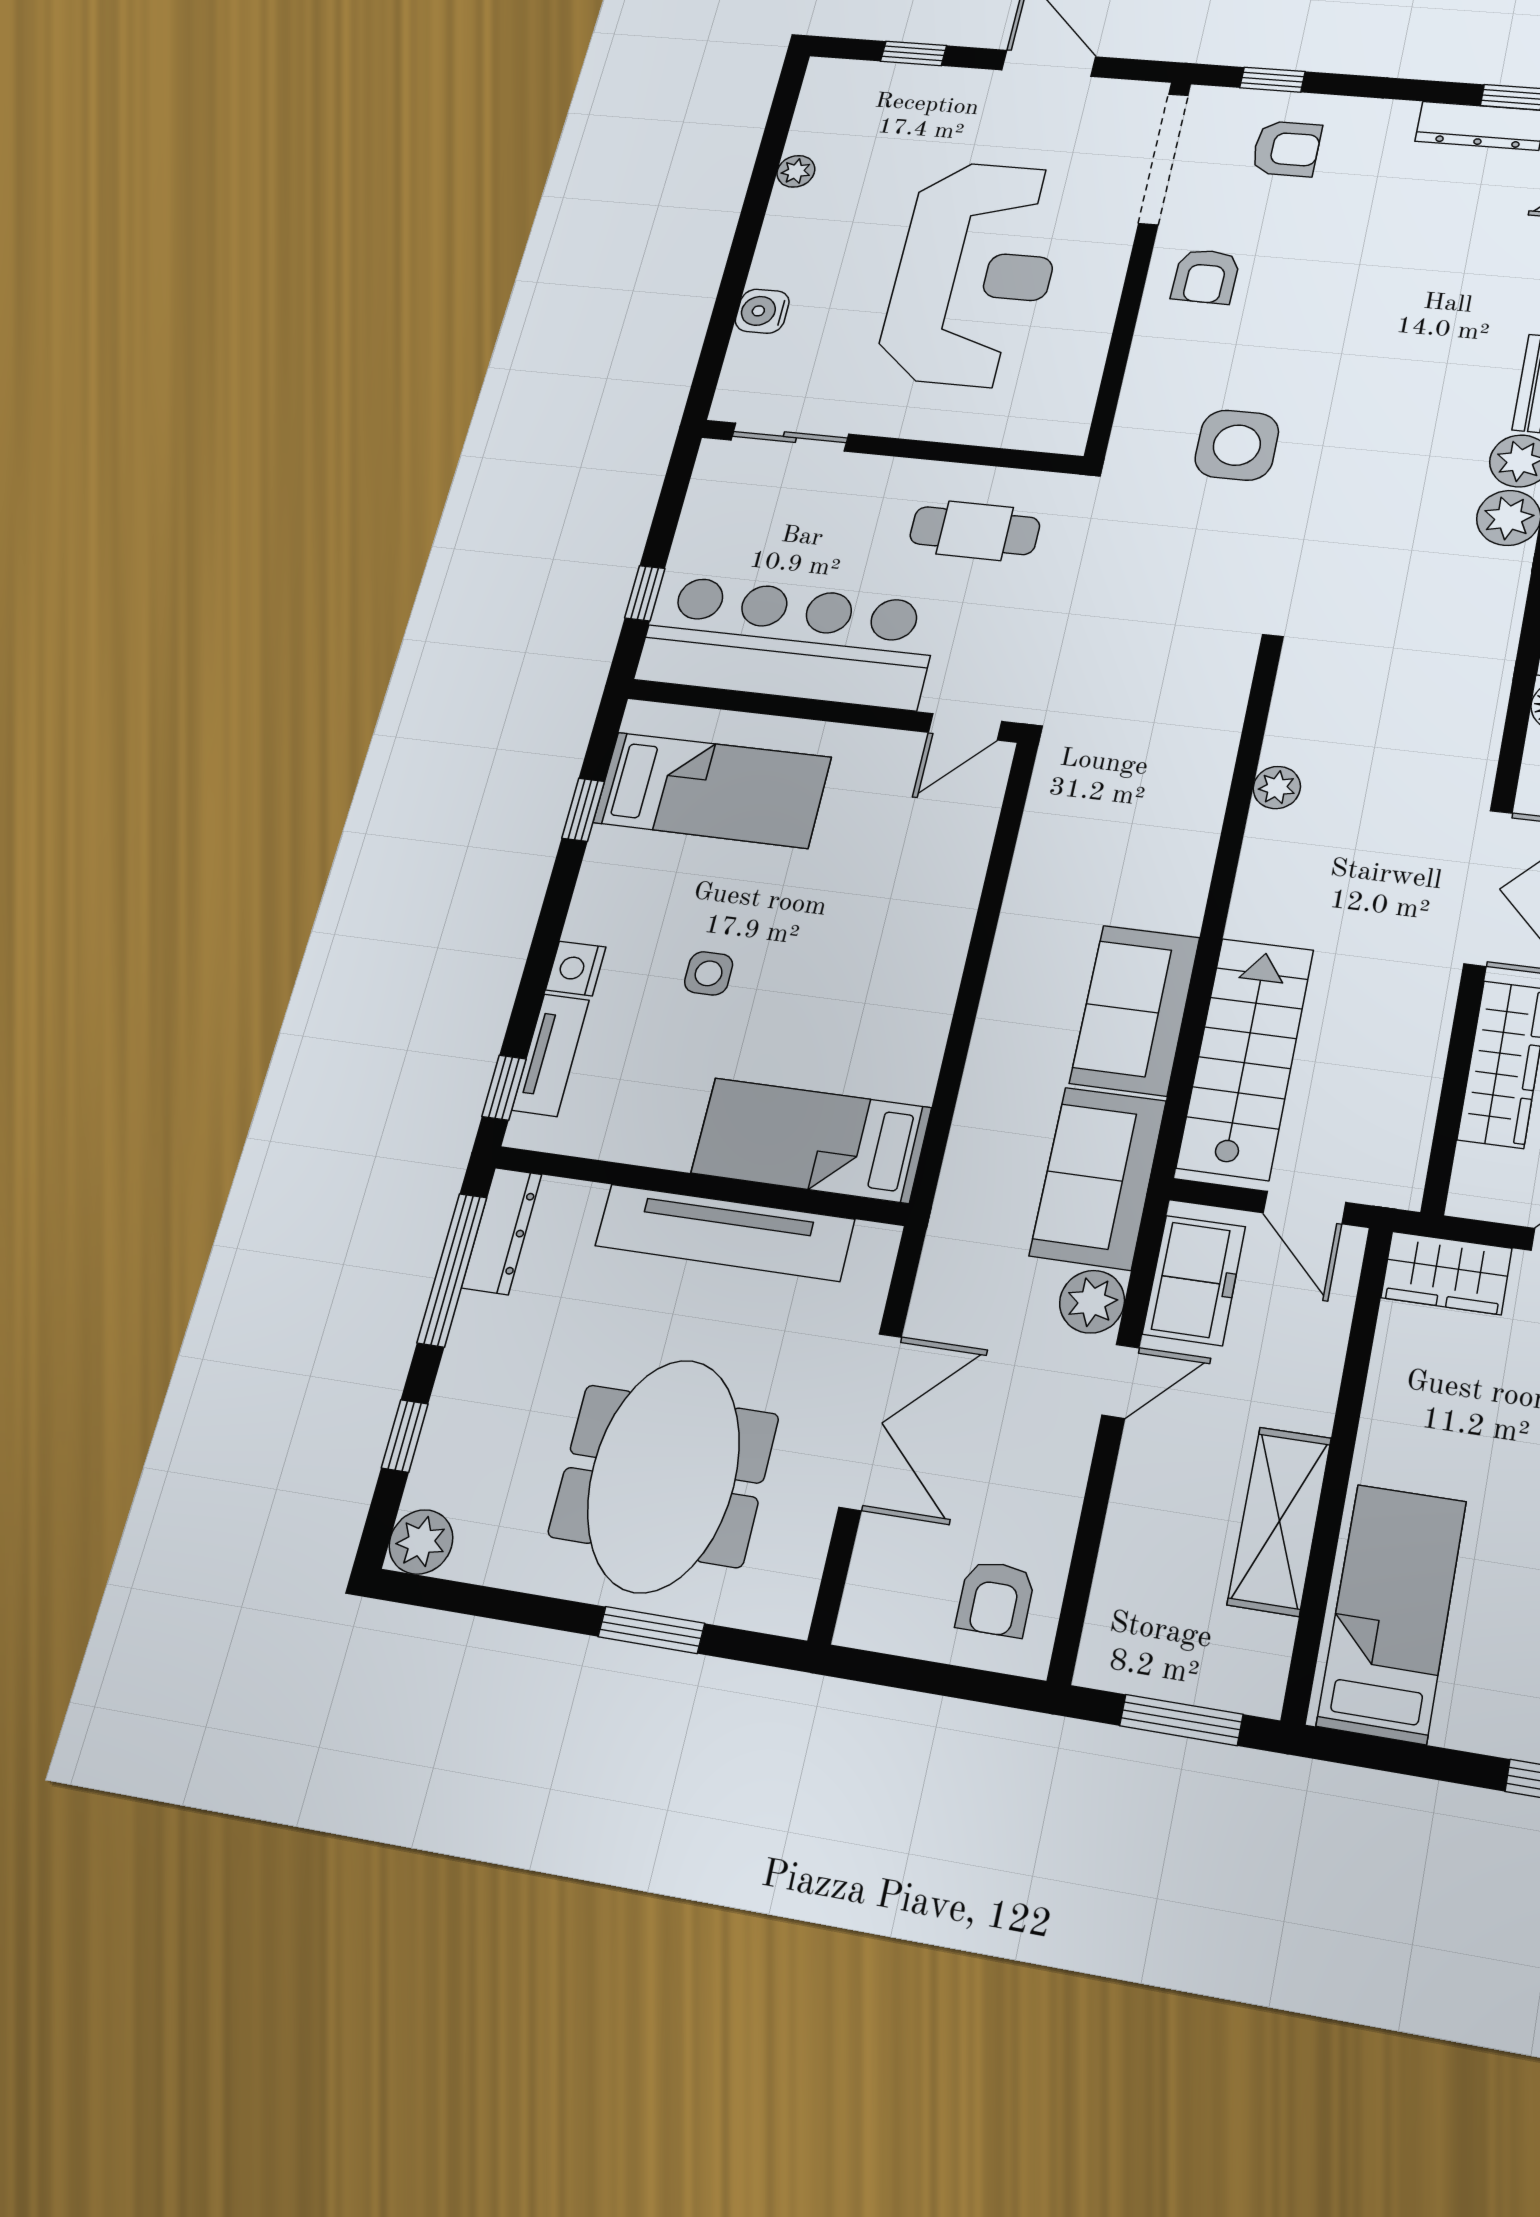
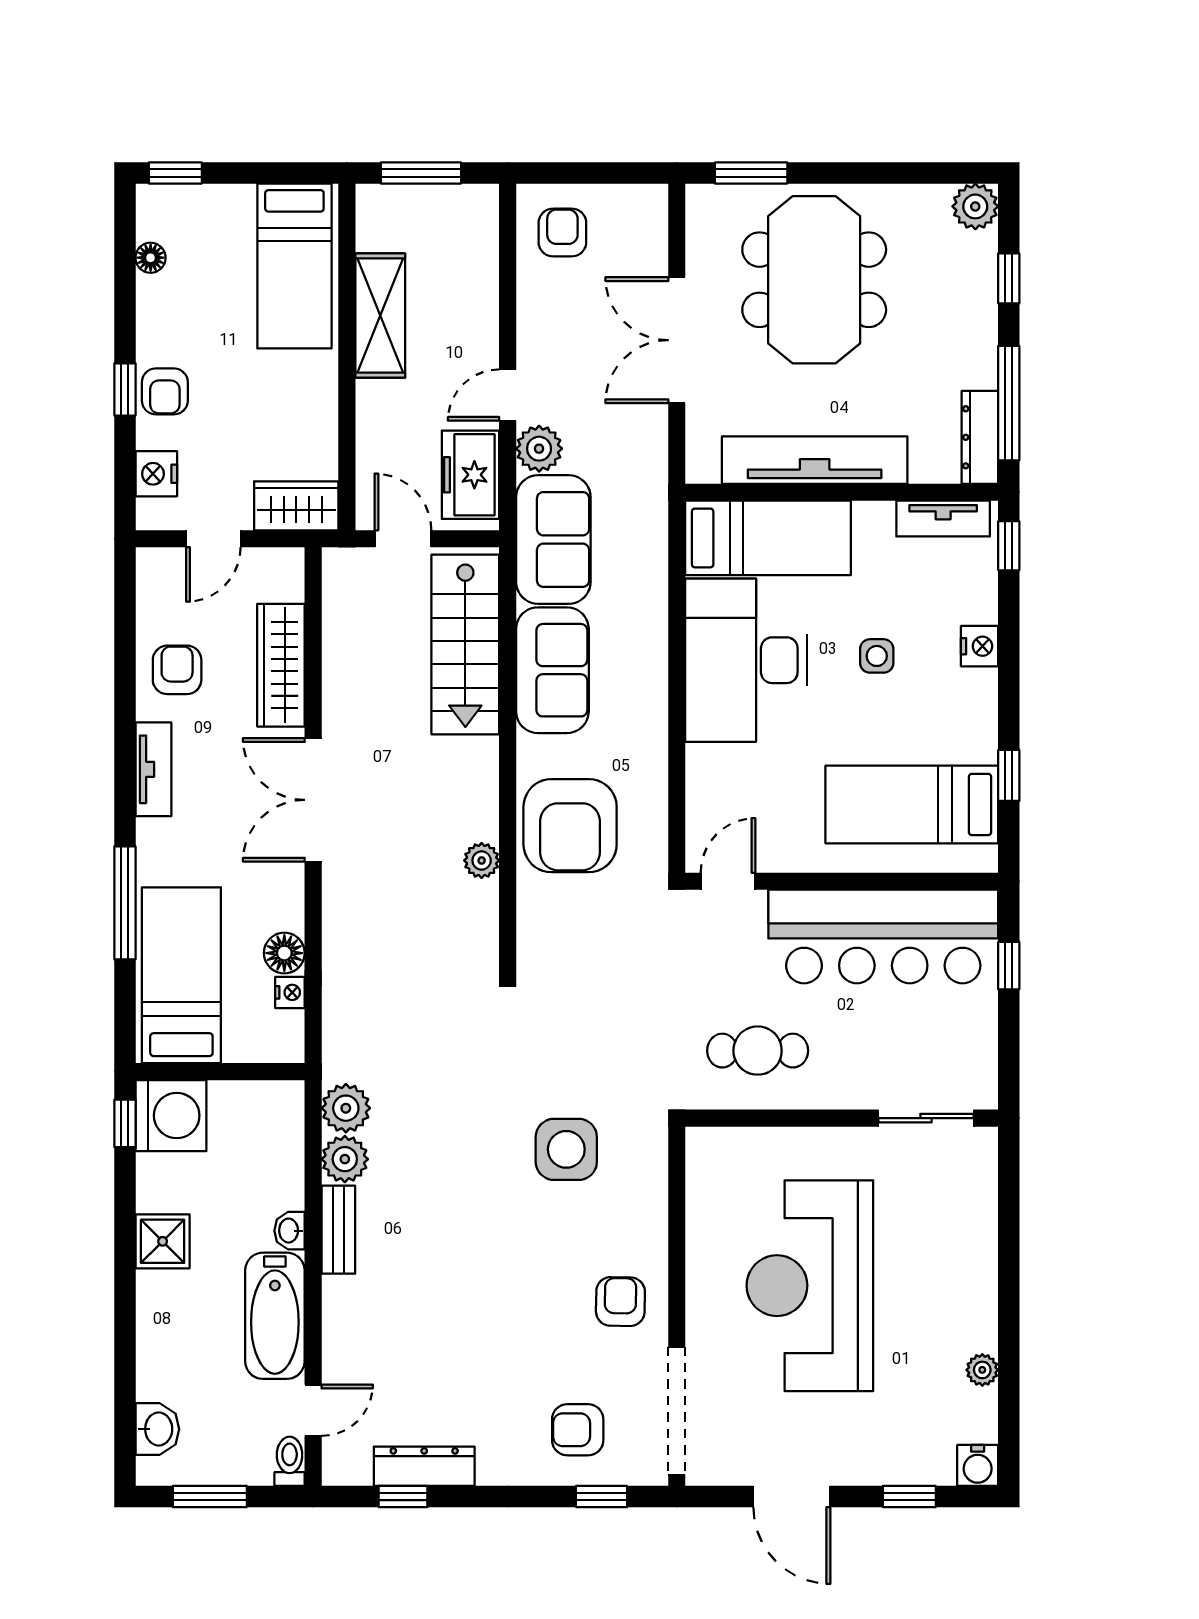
water cooler: (762, 311) -> (978, 1465), moved, turned 90
armchair: (1152, 816) -> (570, 826), added
desk: (877, 990) -> (746, 660), added
tv unit: (551, 1055) -> (943, 519), moved, turned -90
window: (651, 1630) -> (751, 173), moved

